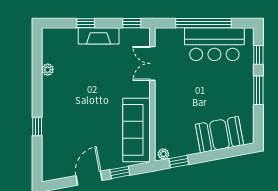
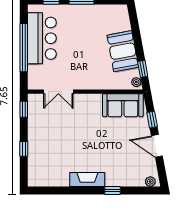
fireplace: (99, 36) -> (87, 180), moved, turned -90
plant: (48, 70) -> (150, 182), moved
sofa: (136, 130) -> (123, 105), width x0.73
booth: (219, 135) -> (123, 51), moved

